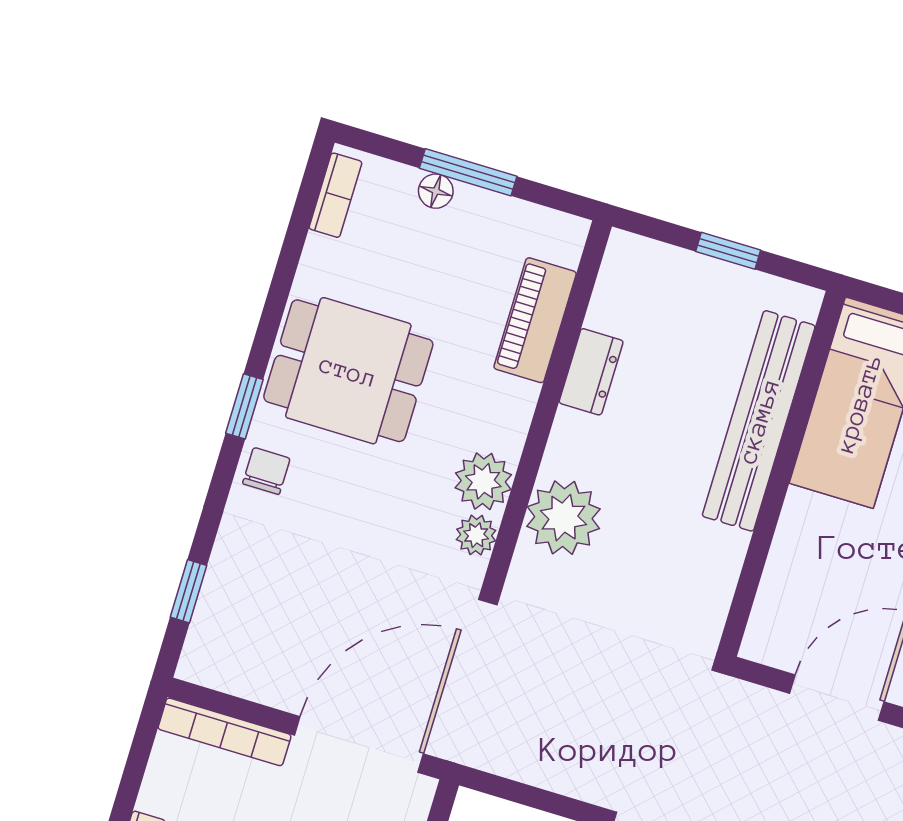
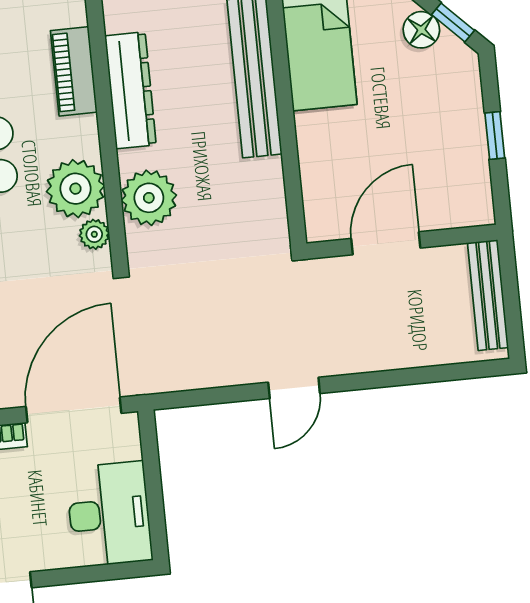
dresser: (591, 372) -> (130, 90), width x1.96, depth x1.24
plant: (483, 481) -> (75, 189), width x1.36, depth x1.36

